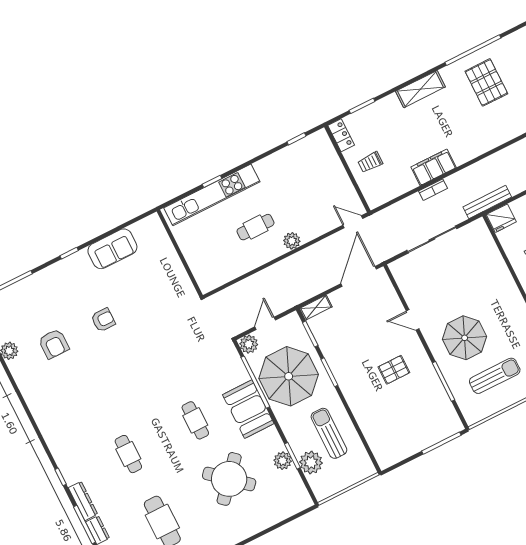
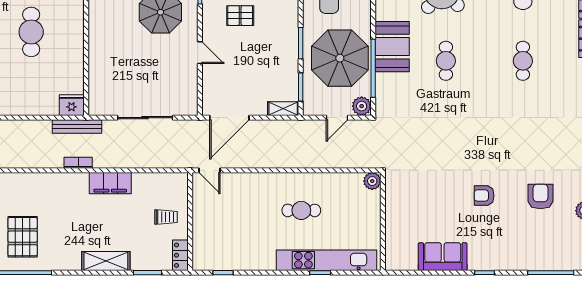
shelving: (420, 89) -> (106, 261), moved
bookcase: (433, 190) -> (78, 163), moved
plant: (292, 241) -> (372, 181), moved

